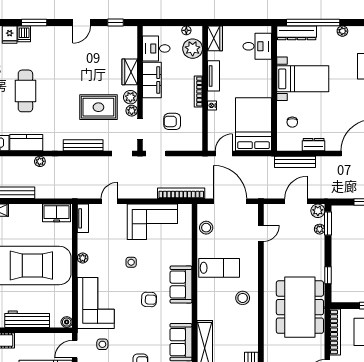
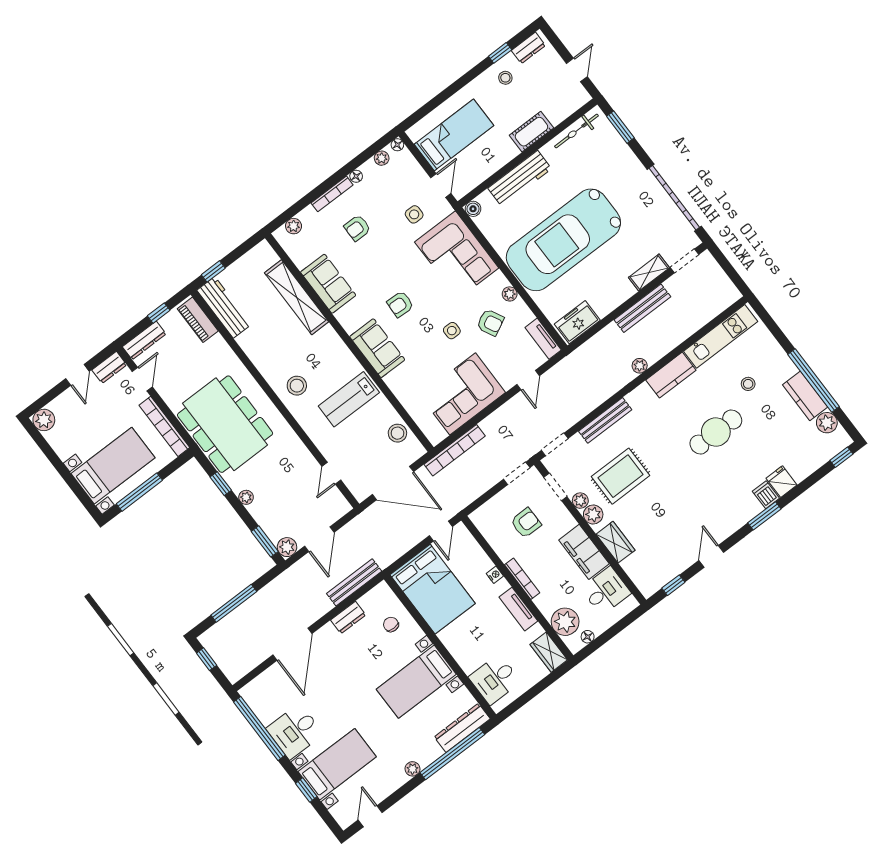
cafe table: (25, 91) -> (716, 432), turned 90
plant: (320, 229) -> (246, 497), moved
armchair: (106, 250) -> (490, 322), added

